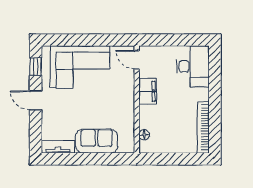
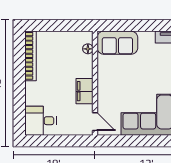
desk: (193, 66) -> (41, 121), width x0.73
sofa: (97, 141) -> (117, 43), moved

